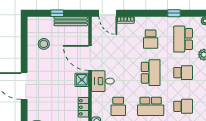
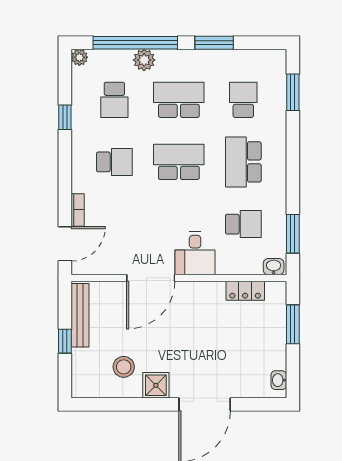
school desk: (183, 39) -> (114, 100), width x0.54
school desk: (183, 73) -> (179, 100), width x1.85
shower: (82, 80) -> (156, 385), moved
school desk: (151, 106) -> (243, 162), turned 180

